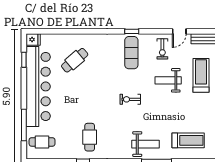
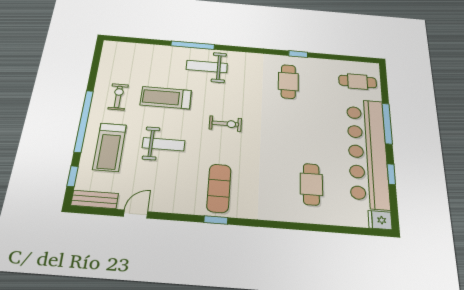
exercise bike: (162, 49) -> (118, 97), moved
window: (24, 60) -> (391, 174), moved
cafe table: (75, 60) -> (311, 184), turned -50
window: (24, 125) -> (387, 123), moved
treadmill: (188, 140) -> (166, 98), moved

